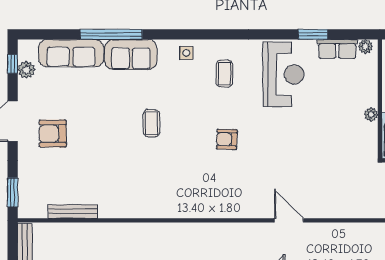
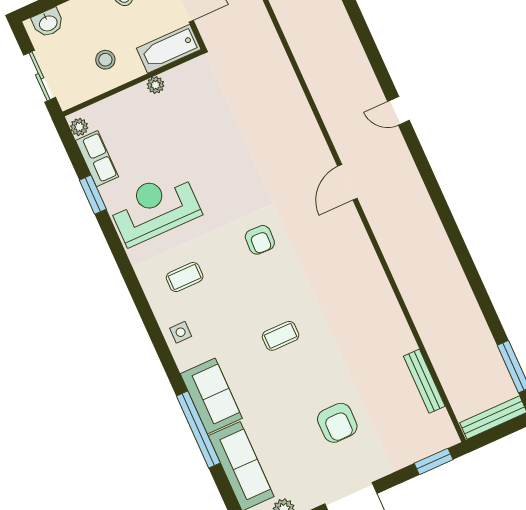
armchair: (53, 134) -> (337, 423), moved
door: (289, 220) -> (347, 182), moved

